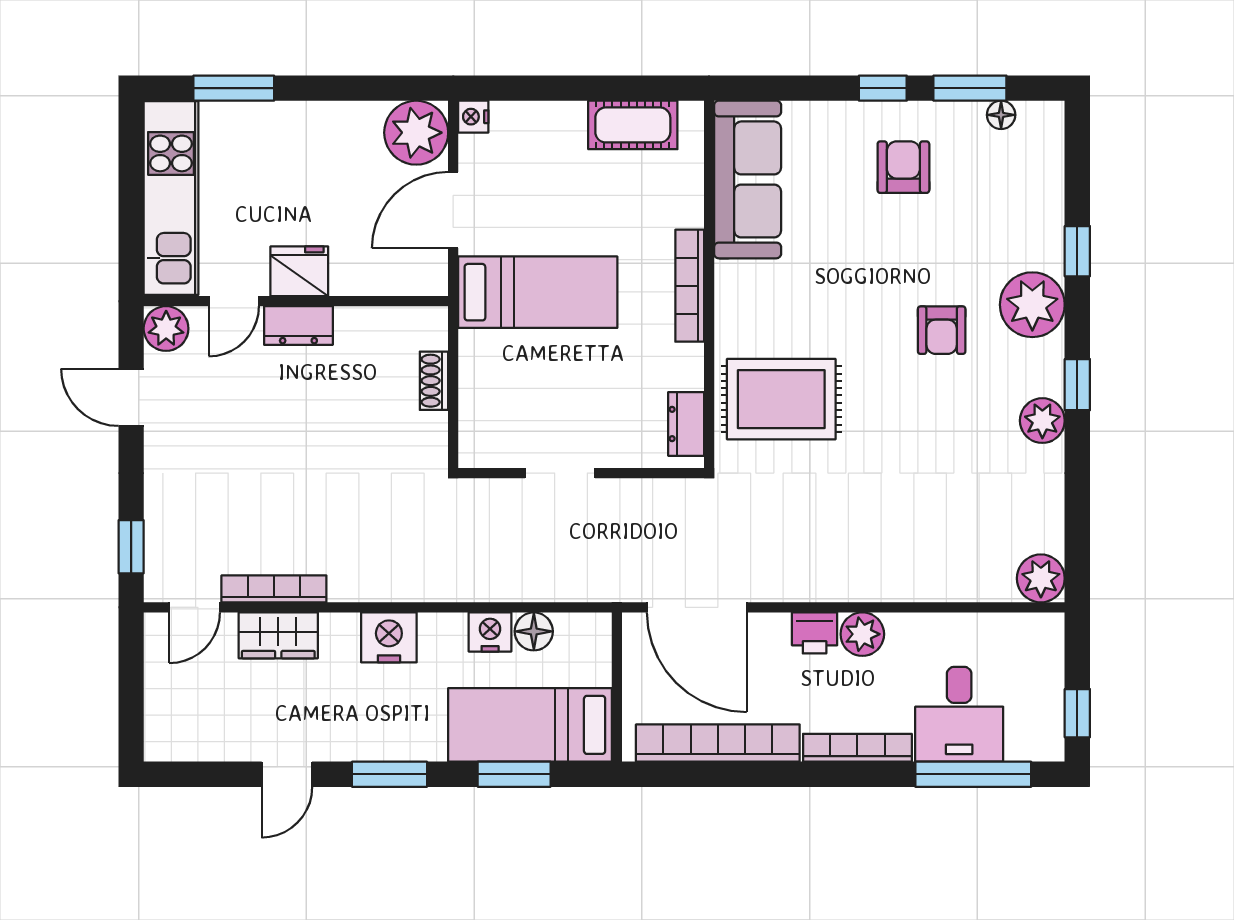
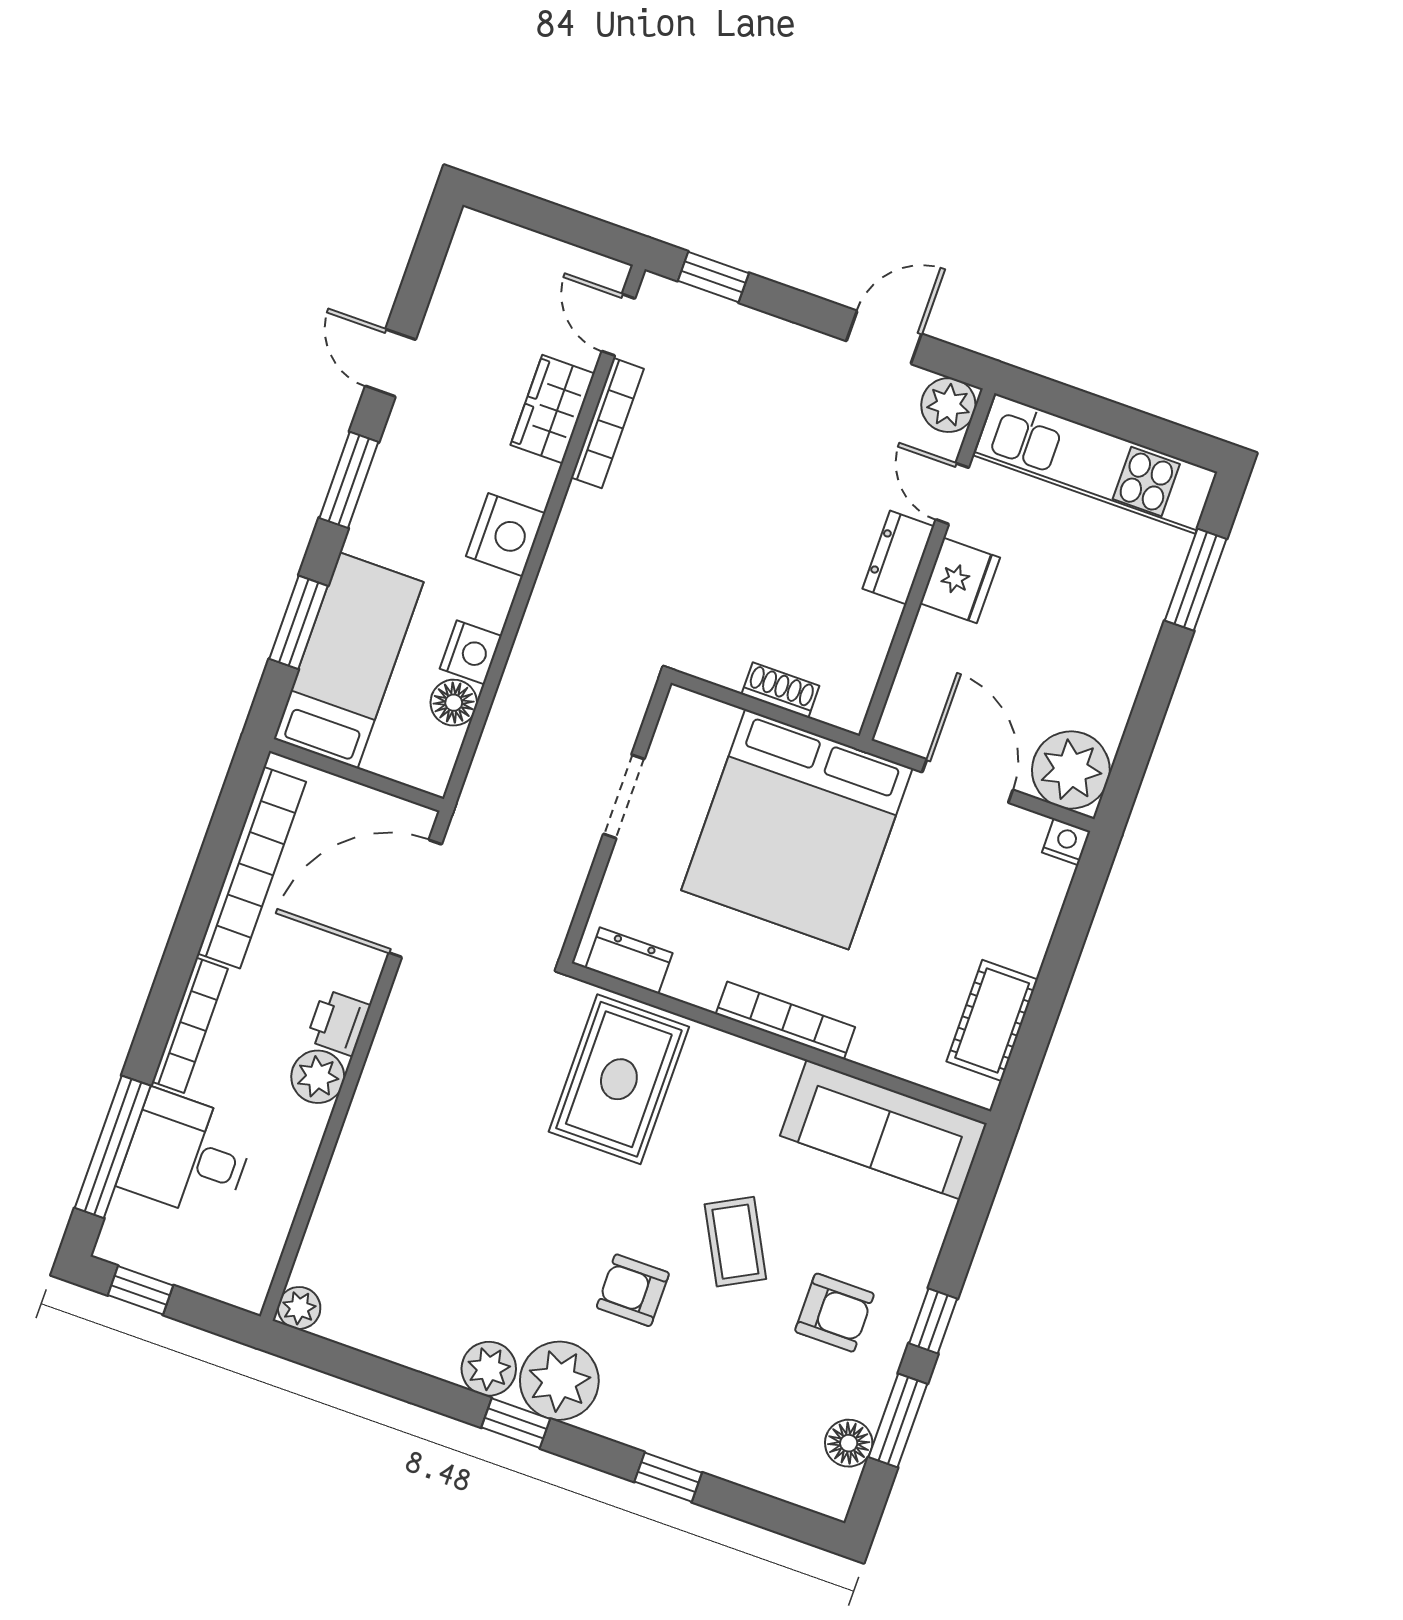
floor lamp: (1001, 115) -> (849, 1443), width x1.37, depth x1.37
coffee table: (876, 264) -> (735, 1242), added
bed: (538, 292) -> (797, 829), width x2.04
plant: (1032, 305) -> (559, 1381), moved
plant: (1041, 578) -> (299, 1308), width x0.73, depth x0.73

